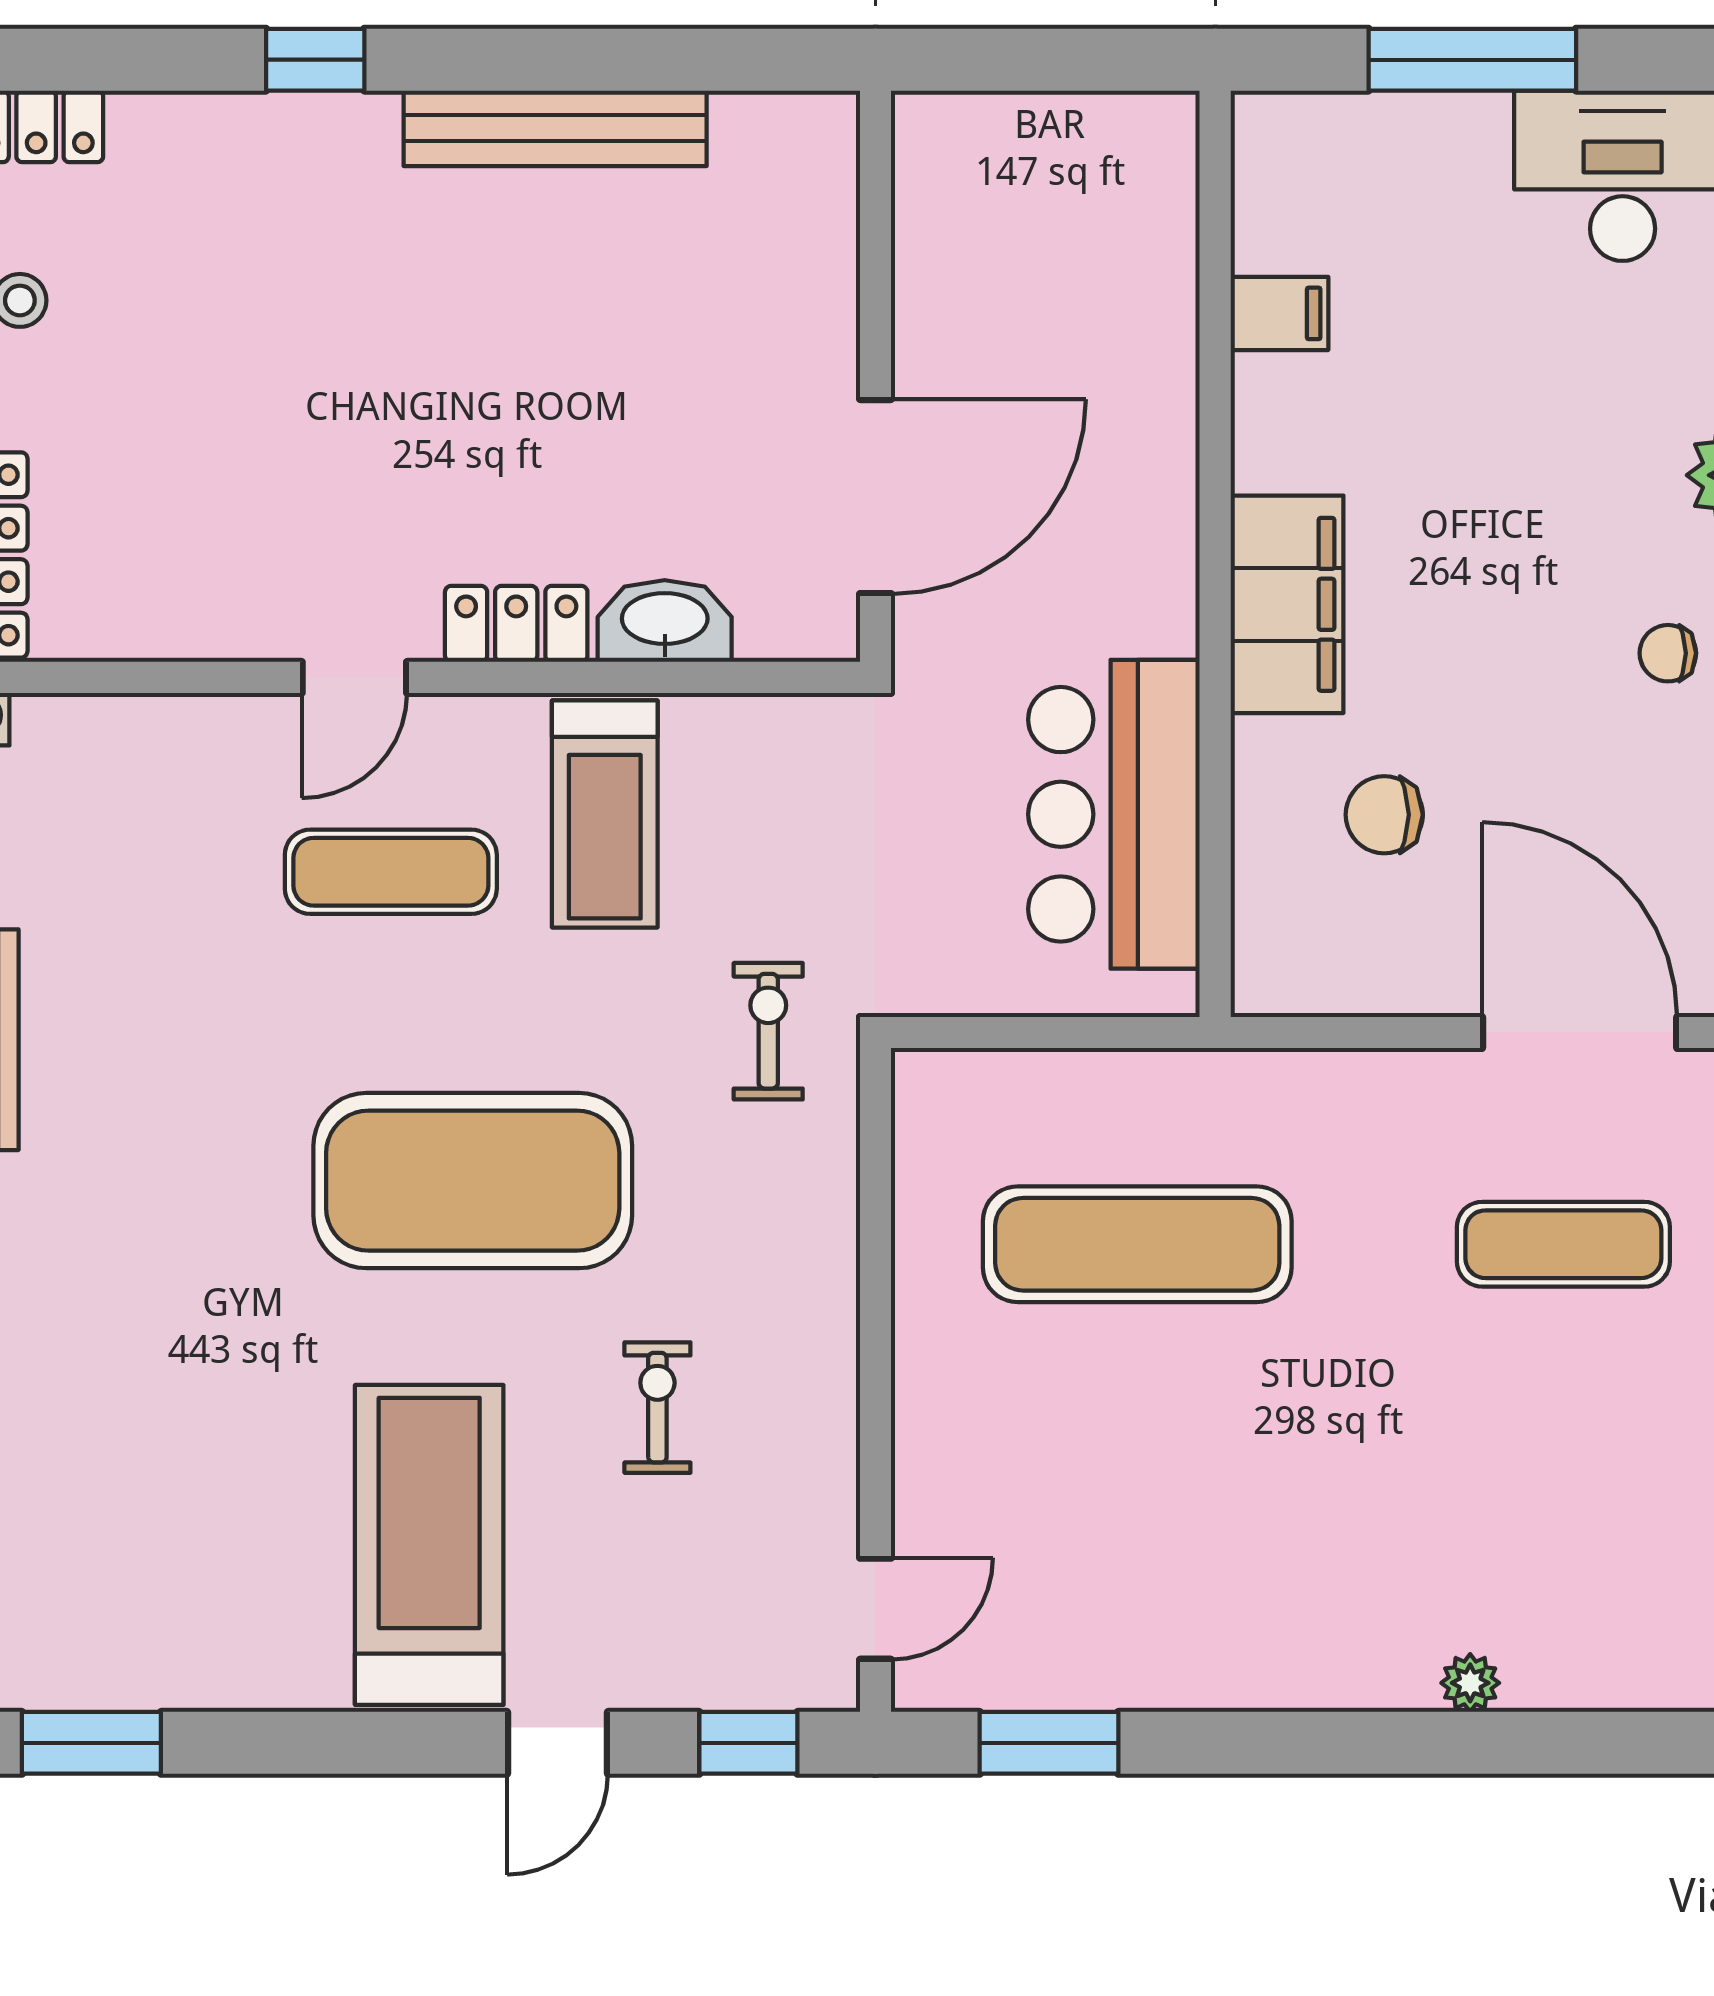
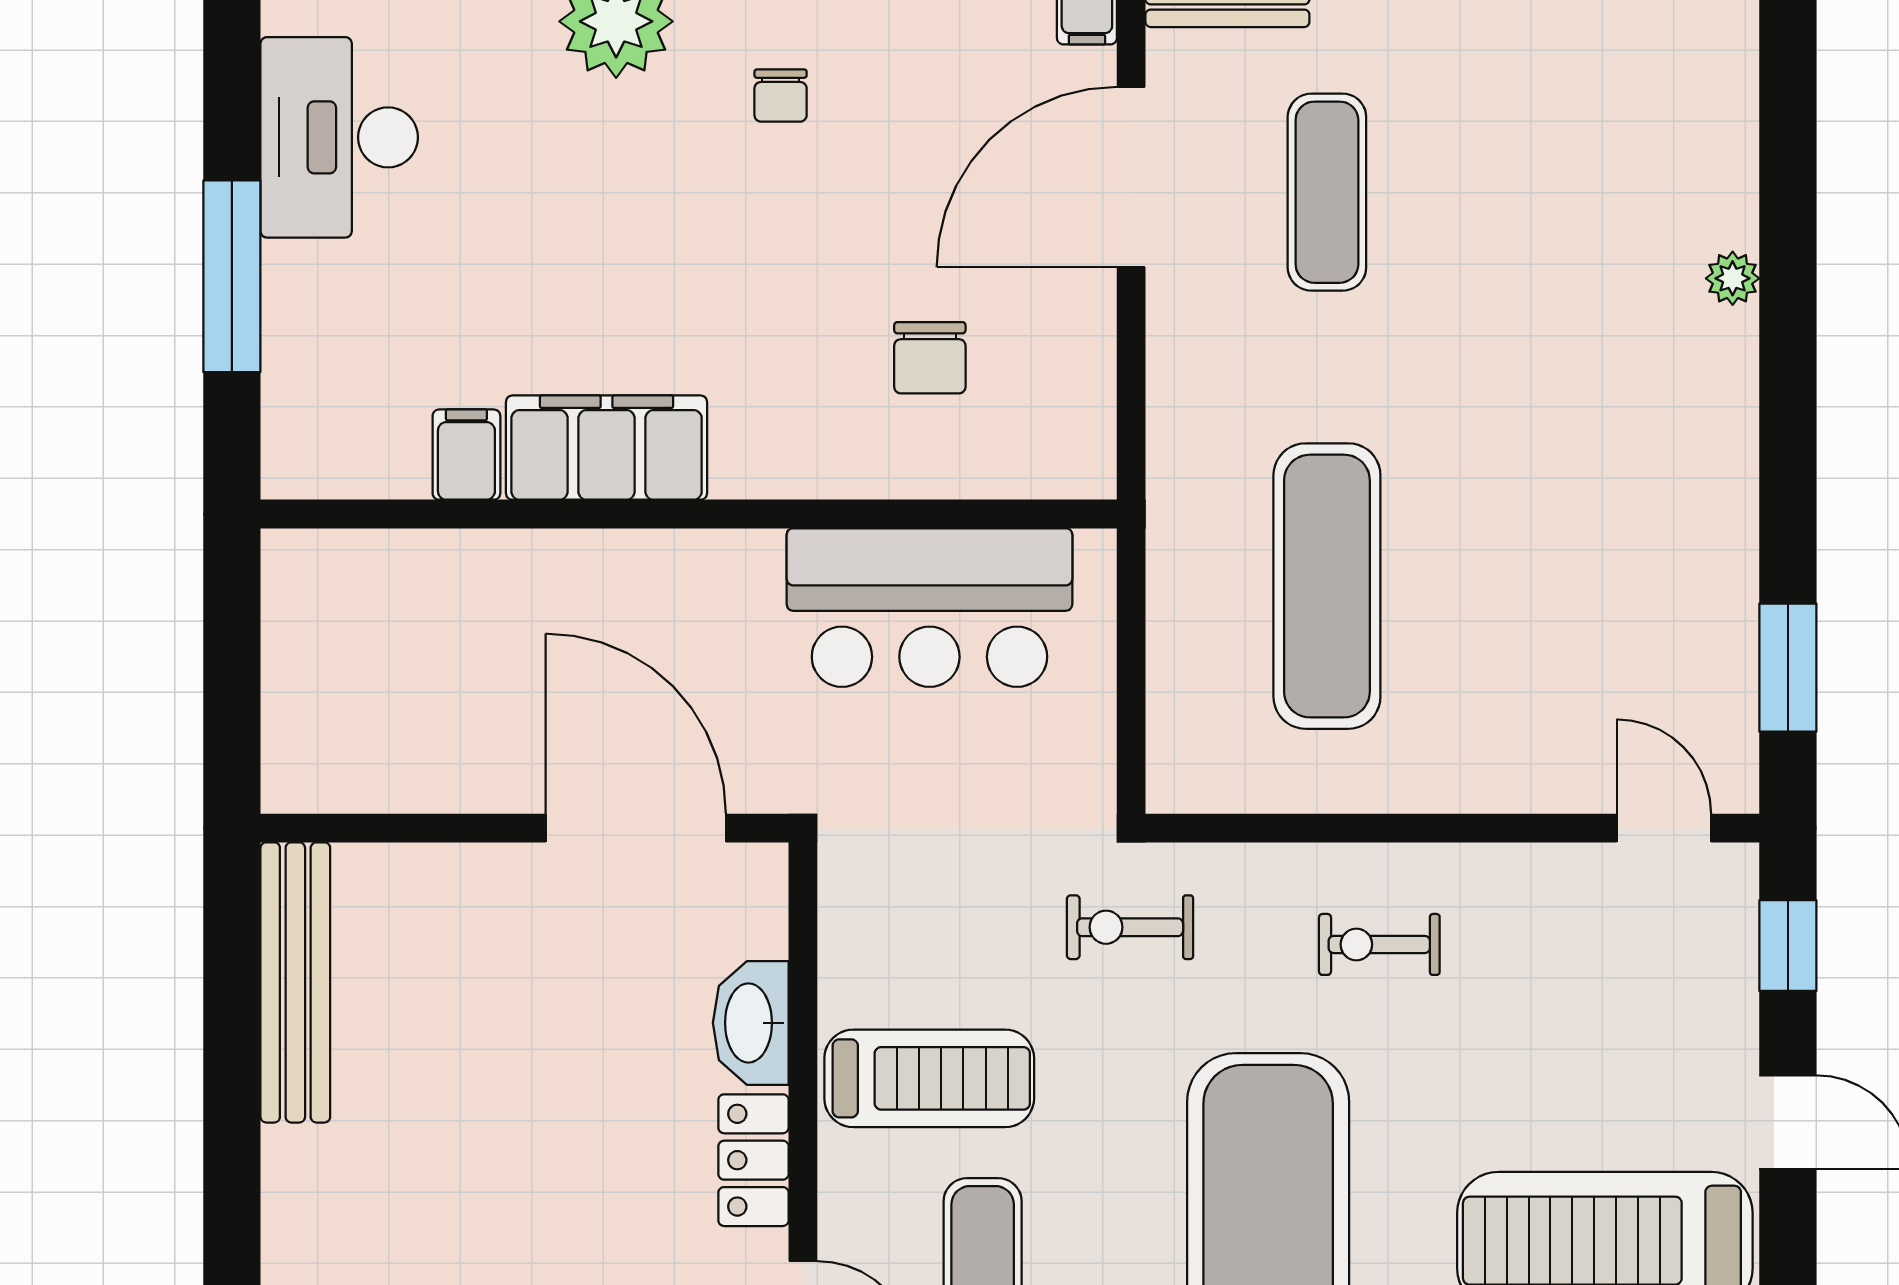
bench: (555, 128) -> (295, 982), moved
filing cabinet: (1287, 604) -> (607, 448), moved
exercise bike: (657, 1408) -> (1379, 944), moved

